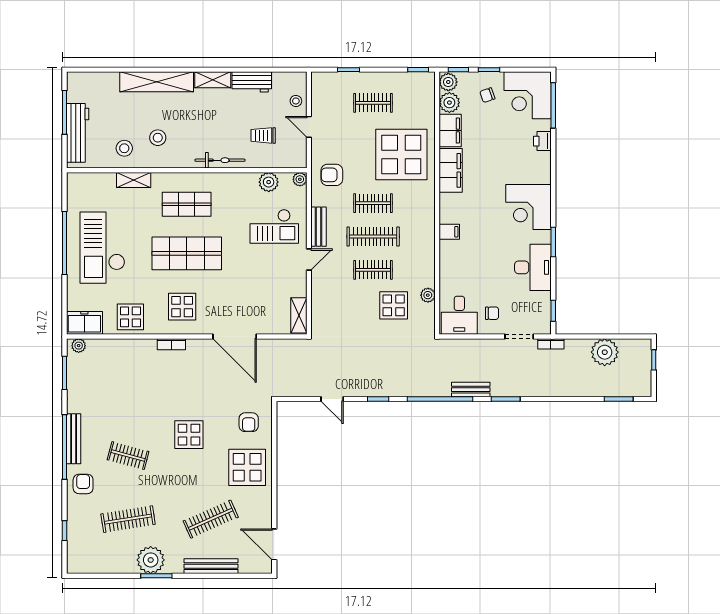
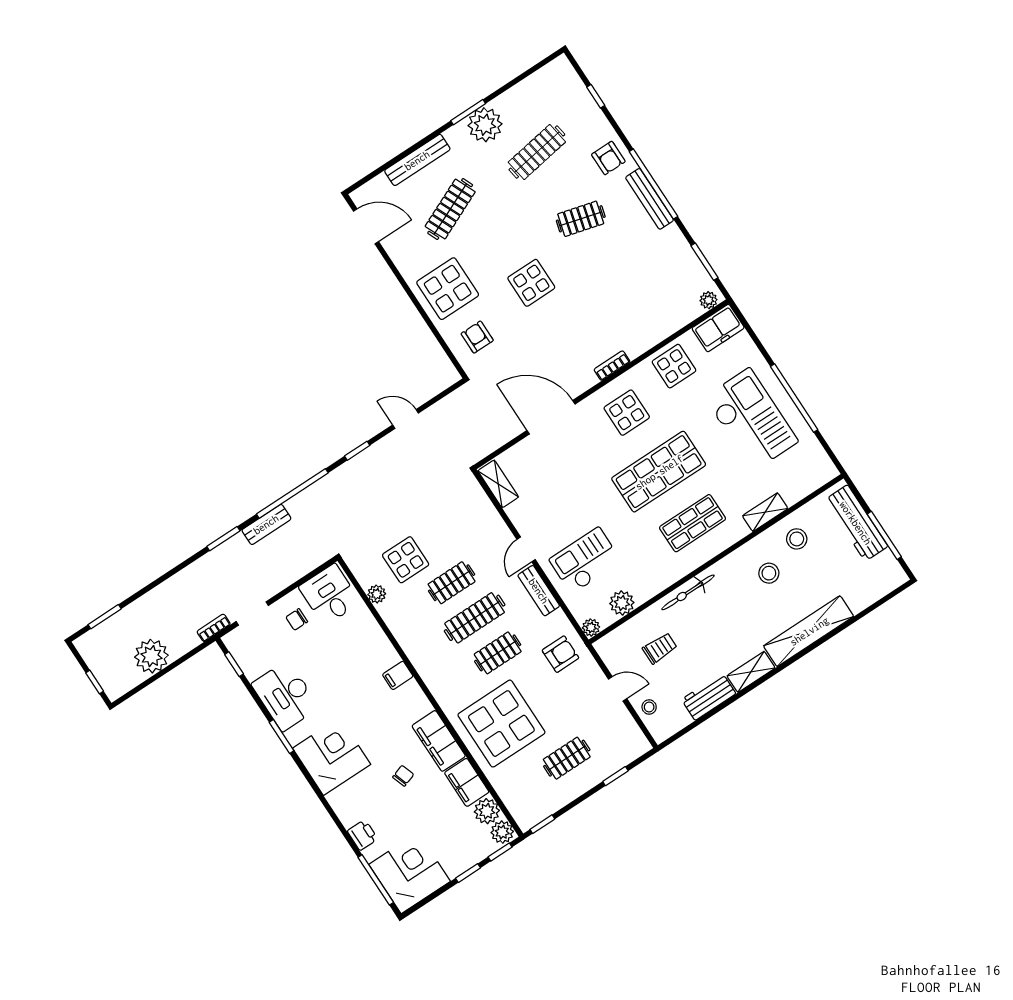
chair: (487, 95) -> (403, 776), moved

